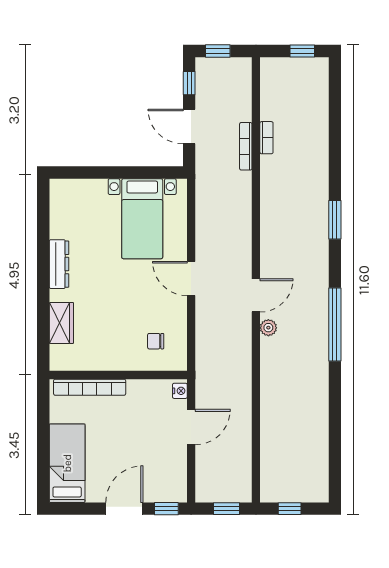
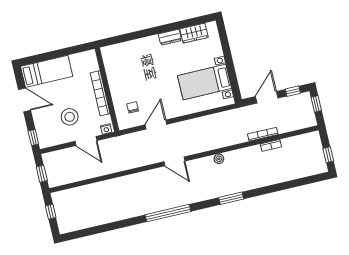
dresser: (59, 264) -> (170, 37), width x0.70
door: (191, 279) -> (156, 125), moved
wardrobe: (61, 323) -> (194, 33), moved
plant: (268, 328) -> (219, 159), moved
bookcase: (90, 387) -> (100, 93), moved
stool: (147, 444) -> (70, 117), added
door: (124, 509) -> (24, 100), moved

